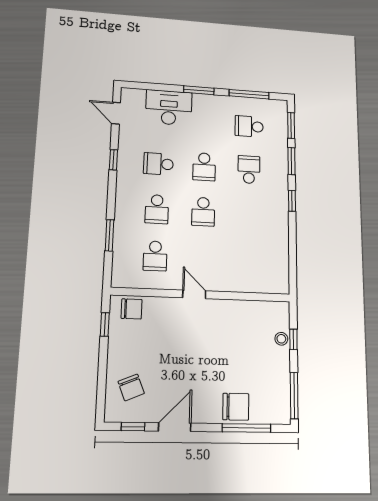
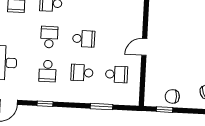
school desk: (204, 167) -> (49, 37), turned -90
school desk: (157, 209) -> (82, 73), turned 180
chair: (132, 309) -> (172, 96), moved, turned -90

